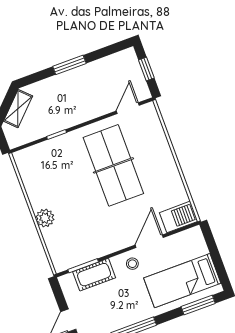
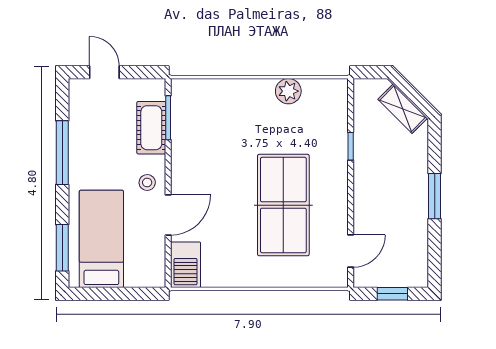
door: (128, 108) -> (351, 251), hinge flipped
table tennis table: (113, 165) -> (283, 205), turned 90
plant: (45, 218) -> (288, 91), moved
door: (149, 241) -> (168, 215), hinge flipped

